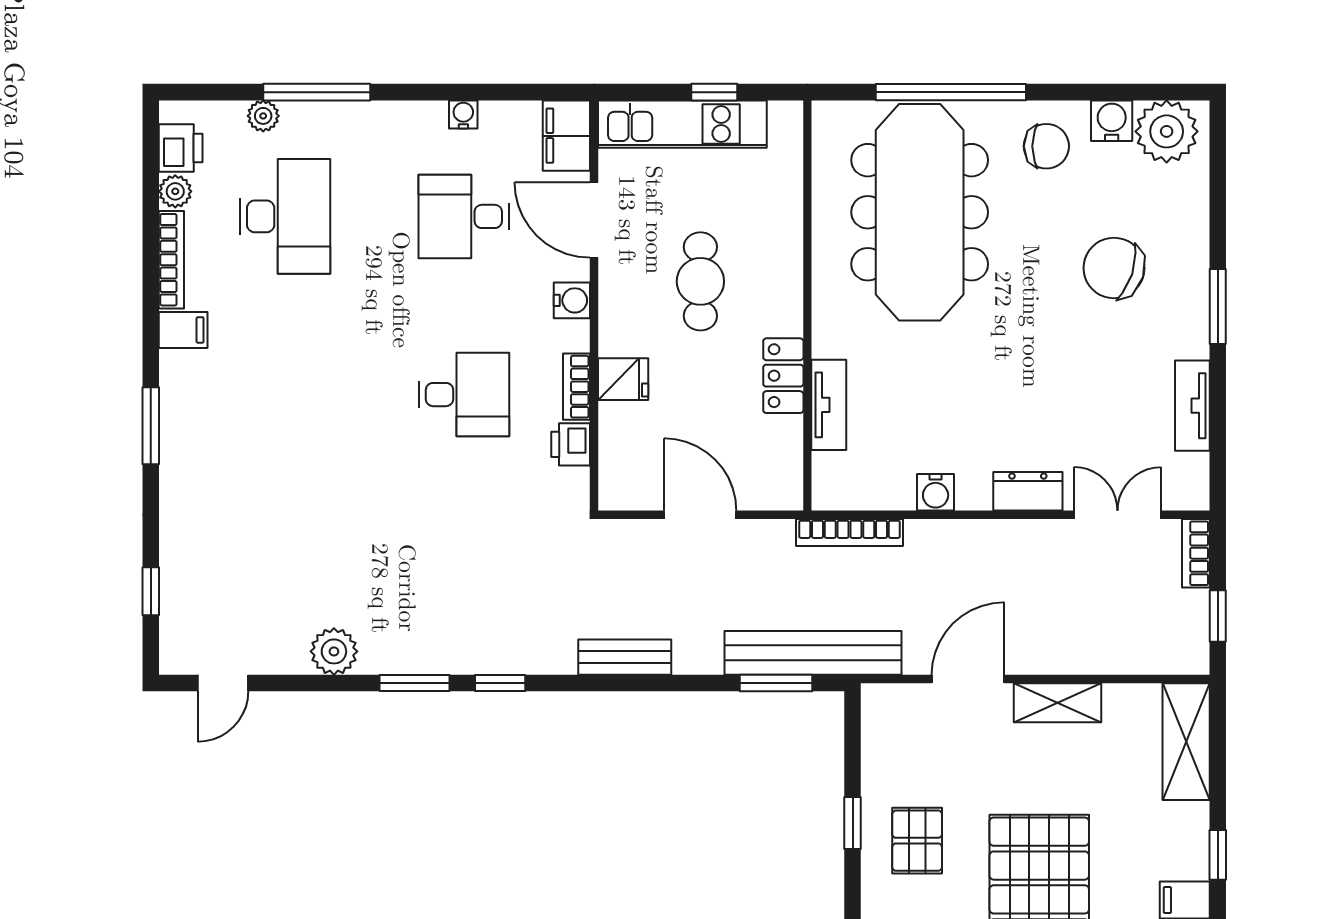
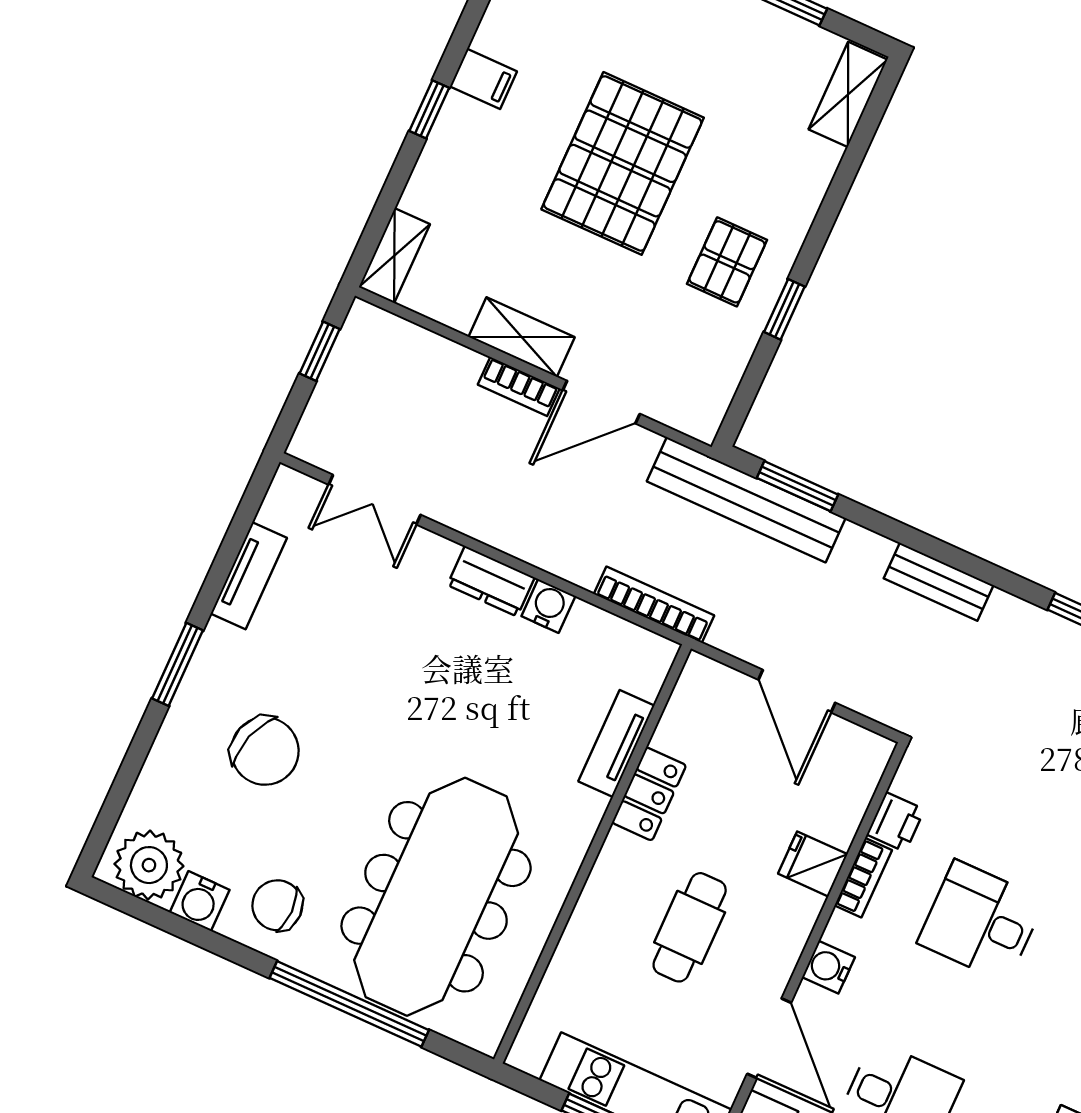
dresser: (1028, 491) -> (491, 581), moved
bookcase: (1196, 553) -> (519, 387), moved, turned 90
shelving: (1186, 742) -> (394, 256), width x0.67, depth x0.75

